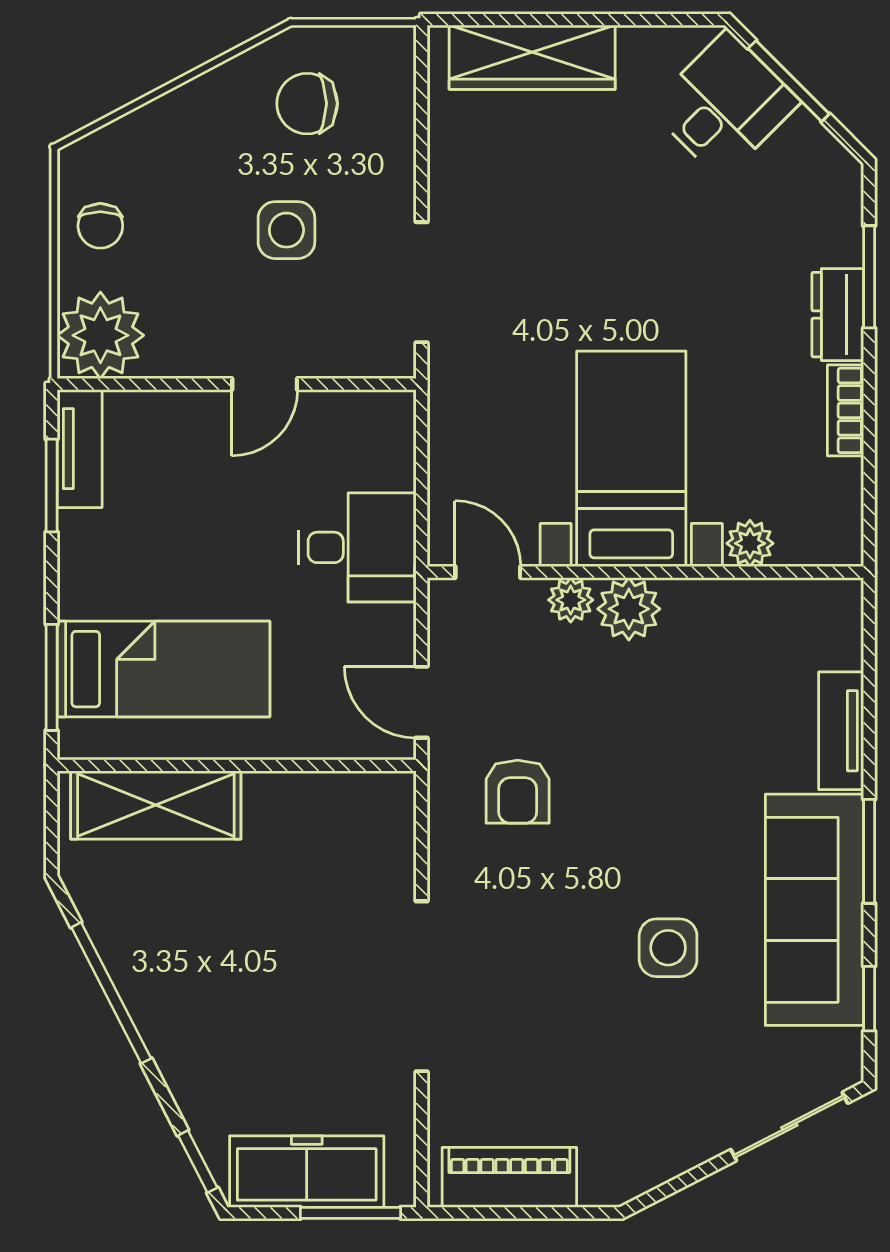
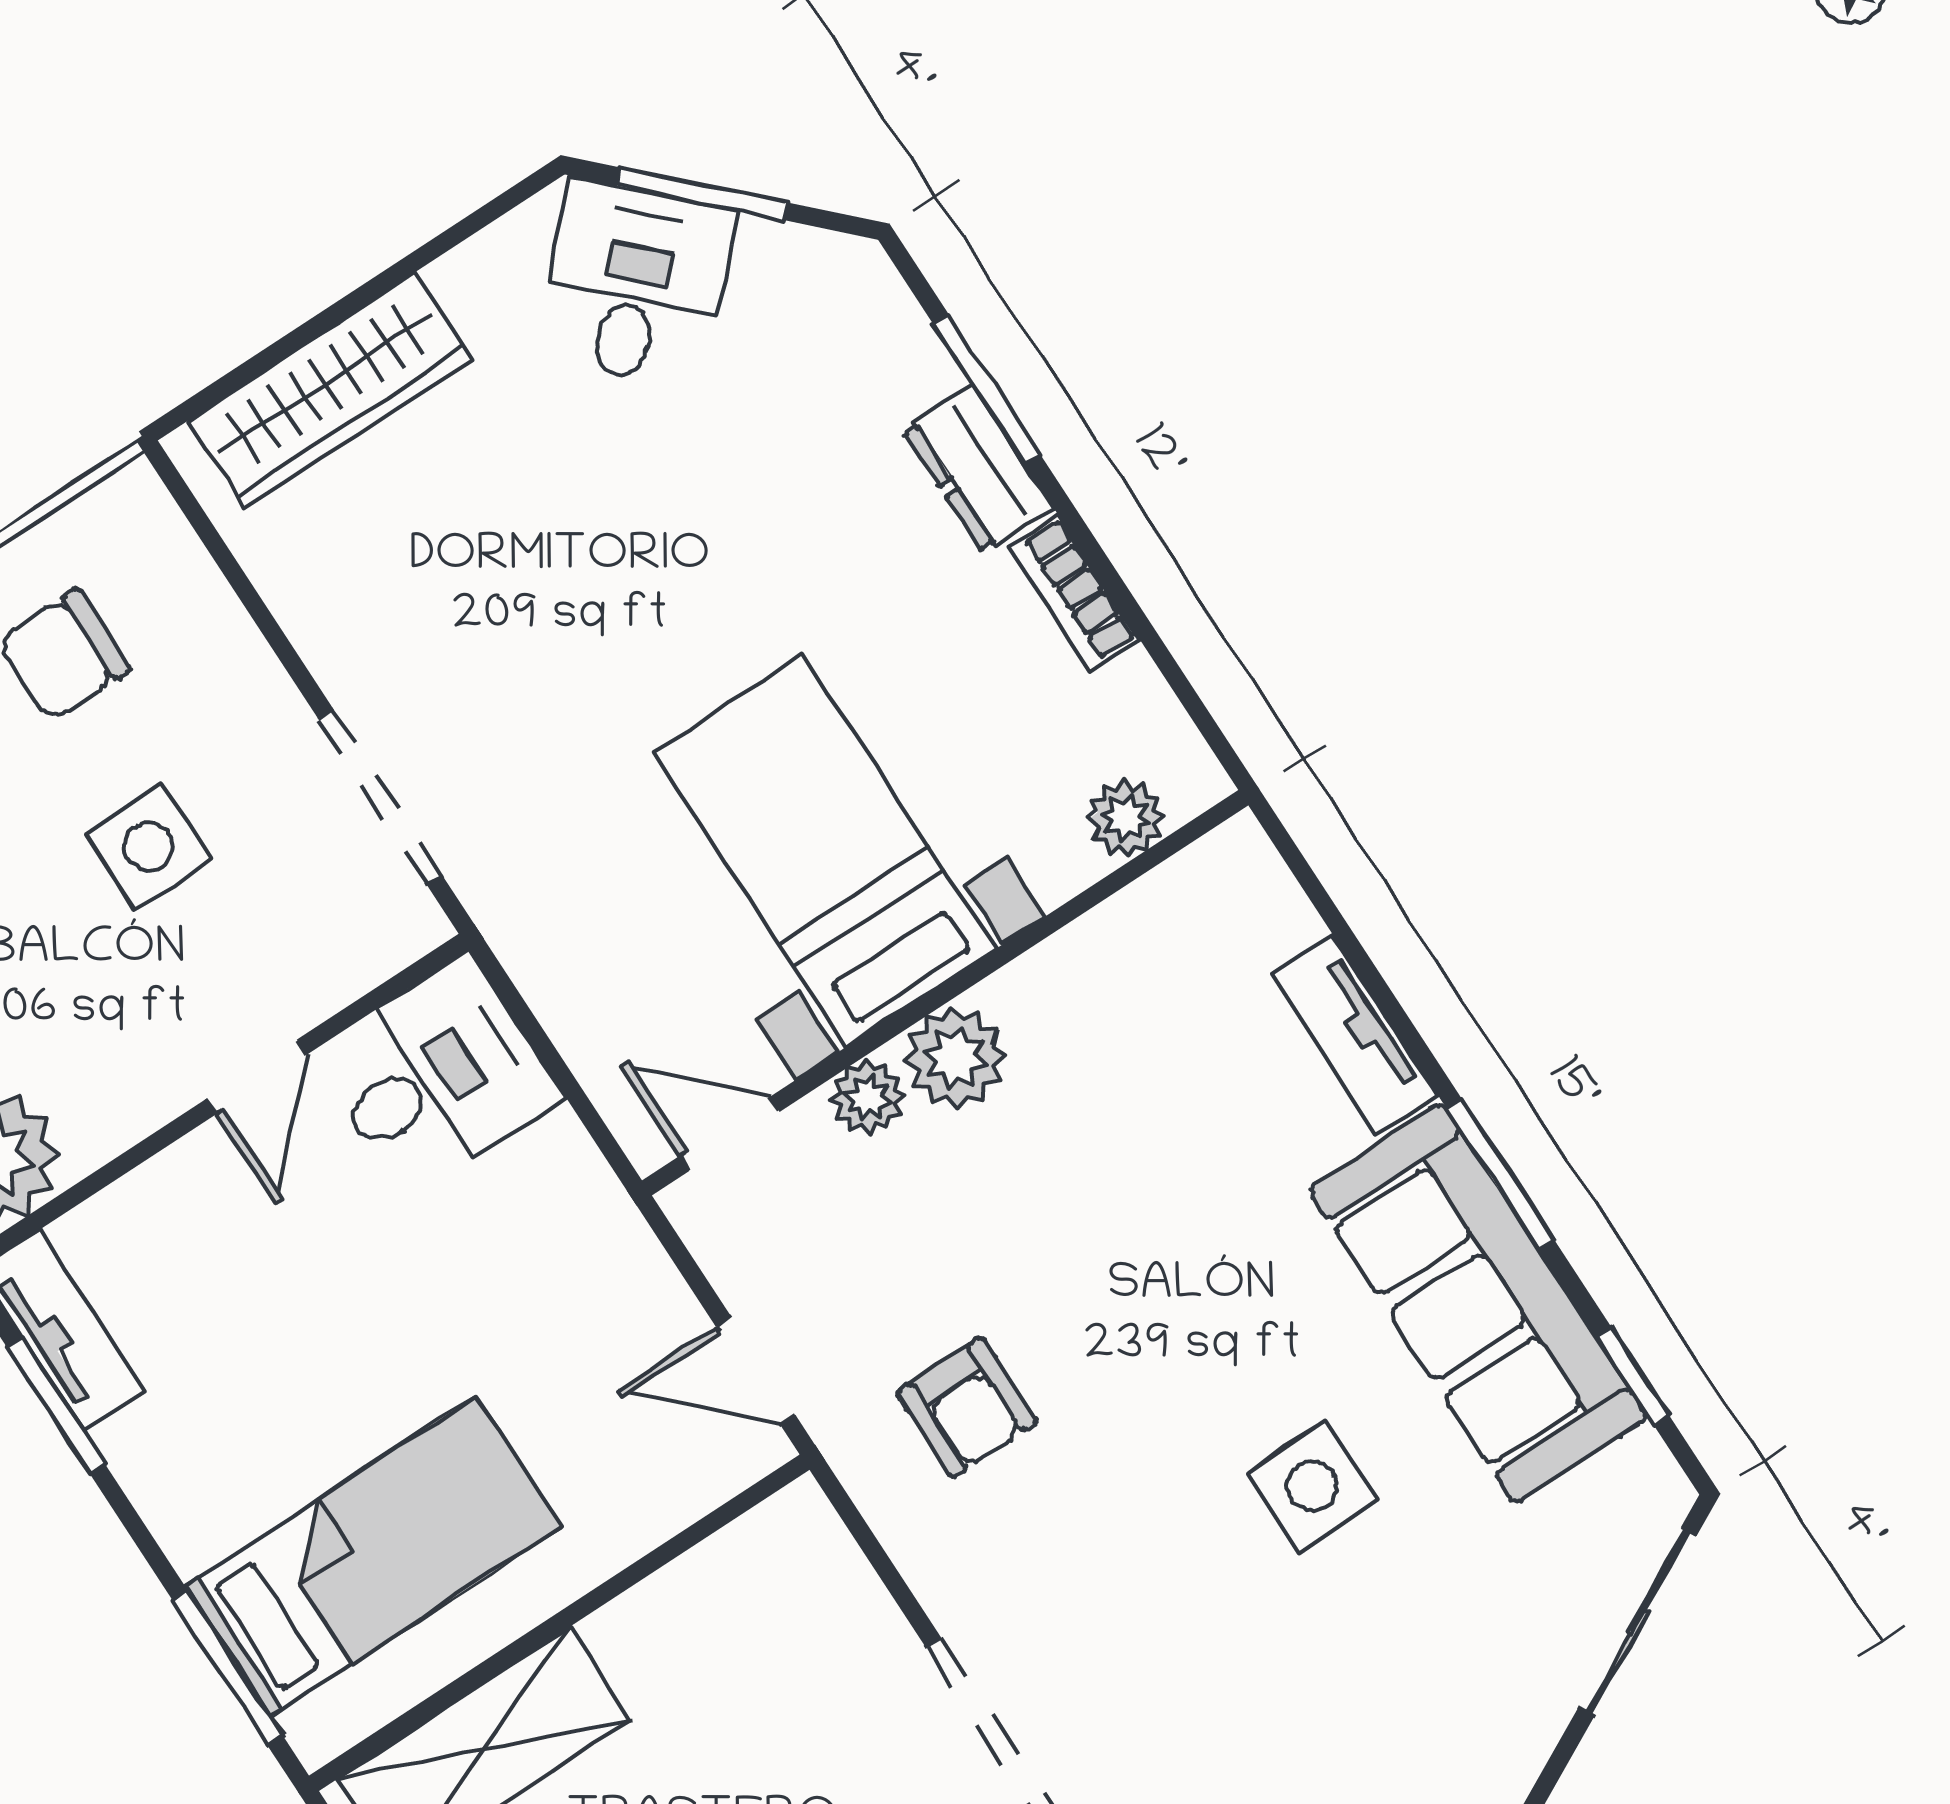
plant: (750, 543) -> (1126, 818), moved
desk: (357, 547) -> (437, 1076), moved

